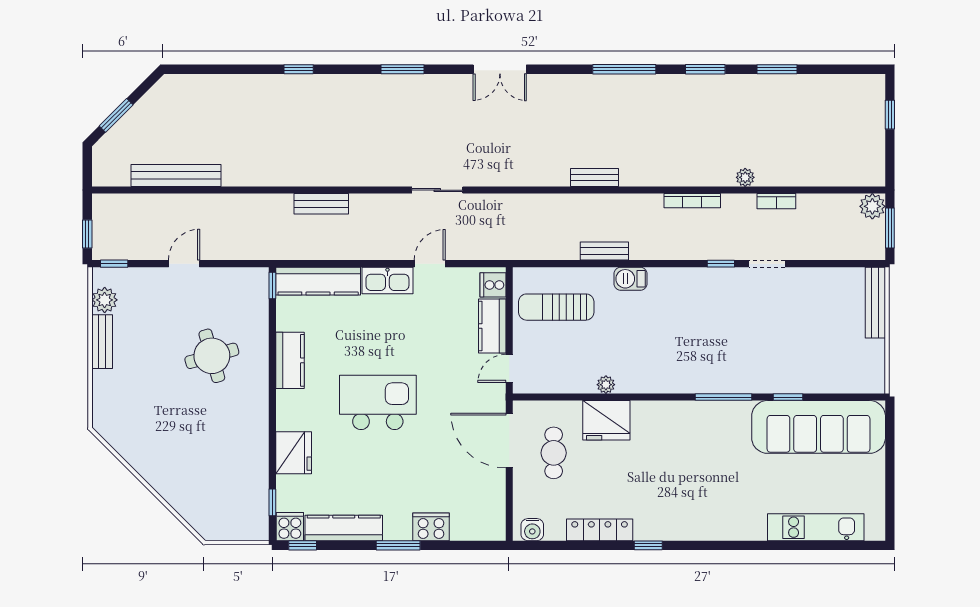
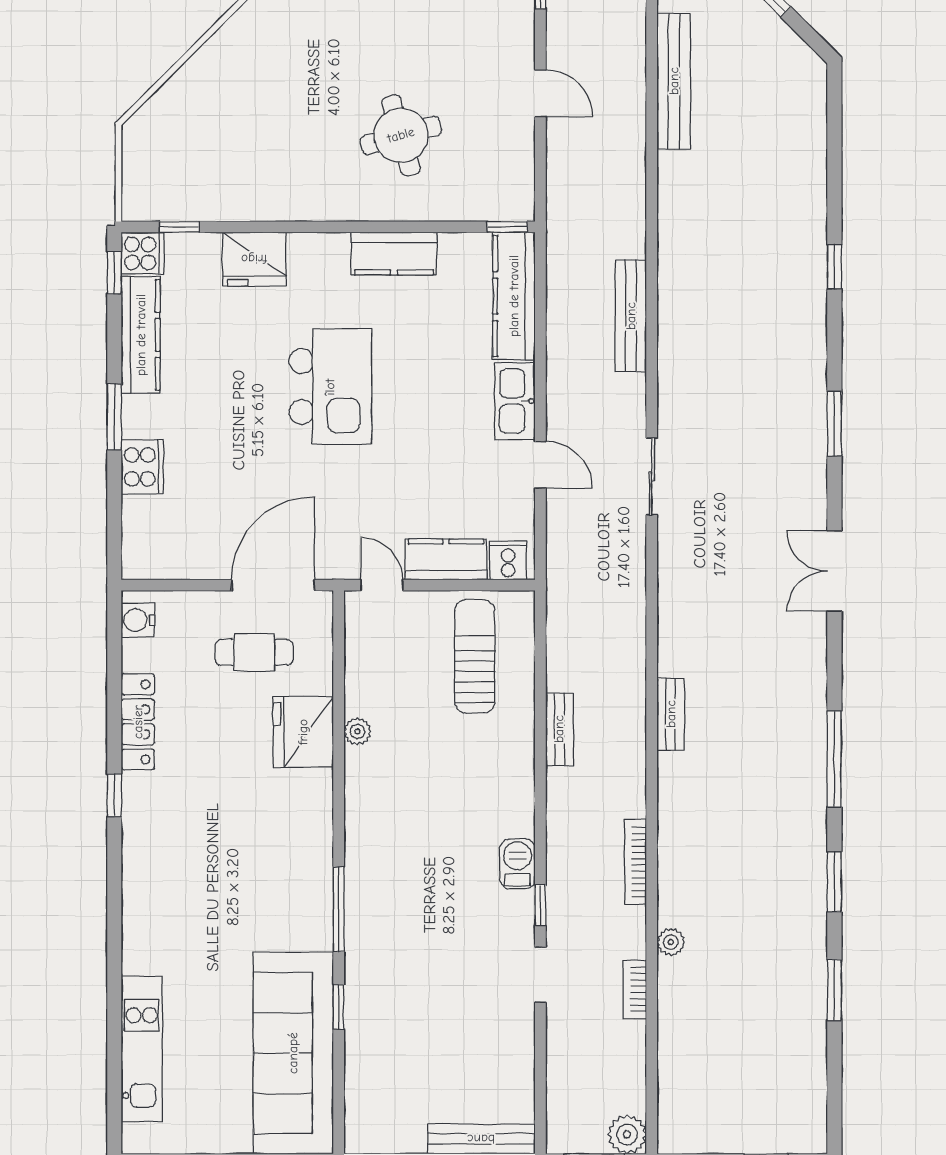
bench: (321, 204) -> (631, 316), width x1.36
barbecue: (631, 279) -> (517, 864), moved

